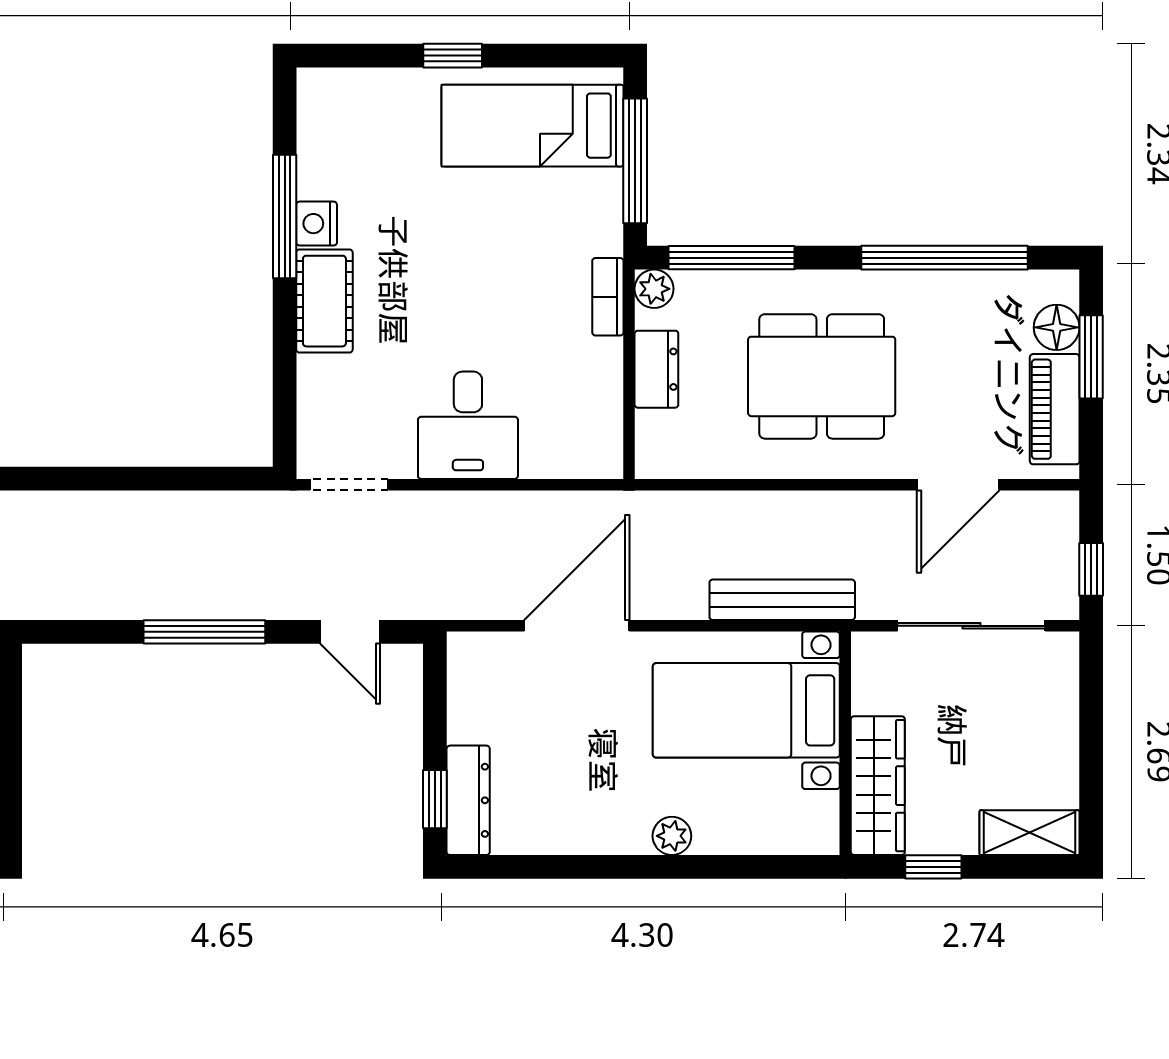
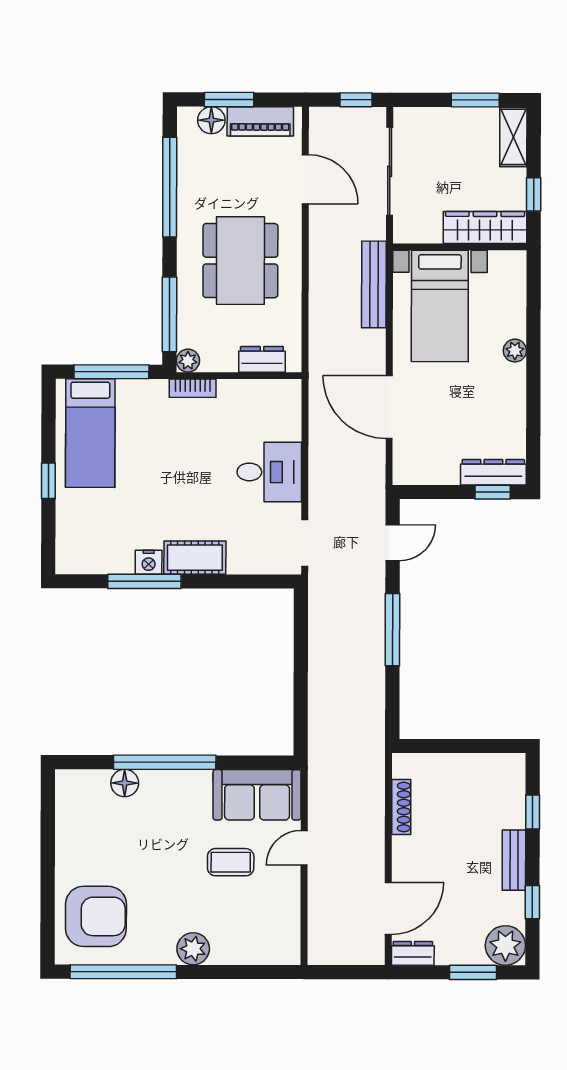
dresser: (656, 369) -> (262, 359), moved
window: (1091, 769) -> (475, 100), added

